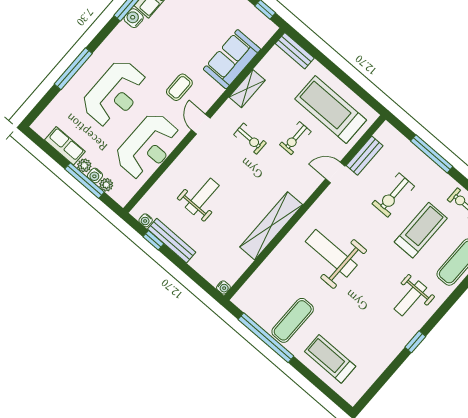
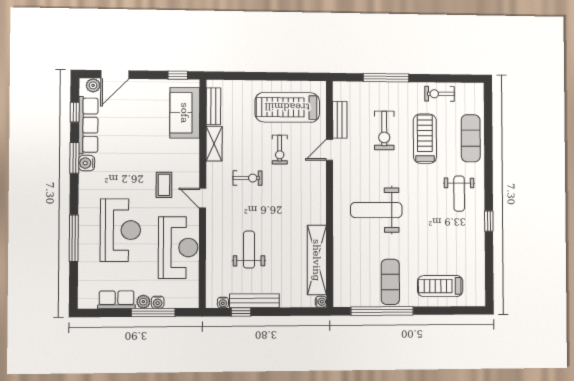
bench: (295, 51) -> (213, 106), moved, turned 90
sofa: (232, 59) -> (185, 113), moved
plant: (106, 185) -> (172, 302), removed
shelving: (271, 226) -> (317, 260), moved

